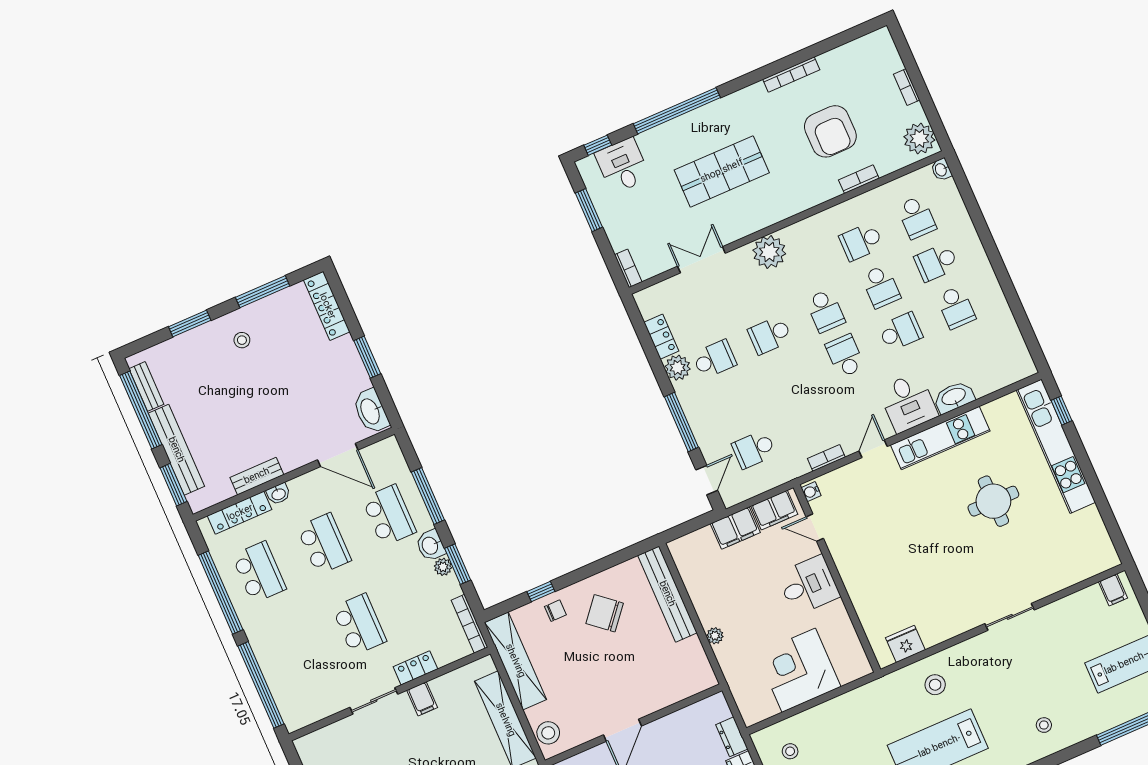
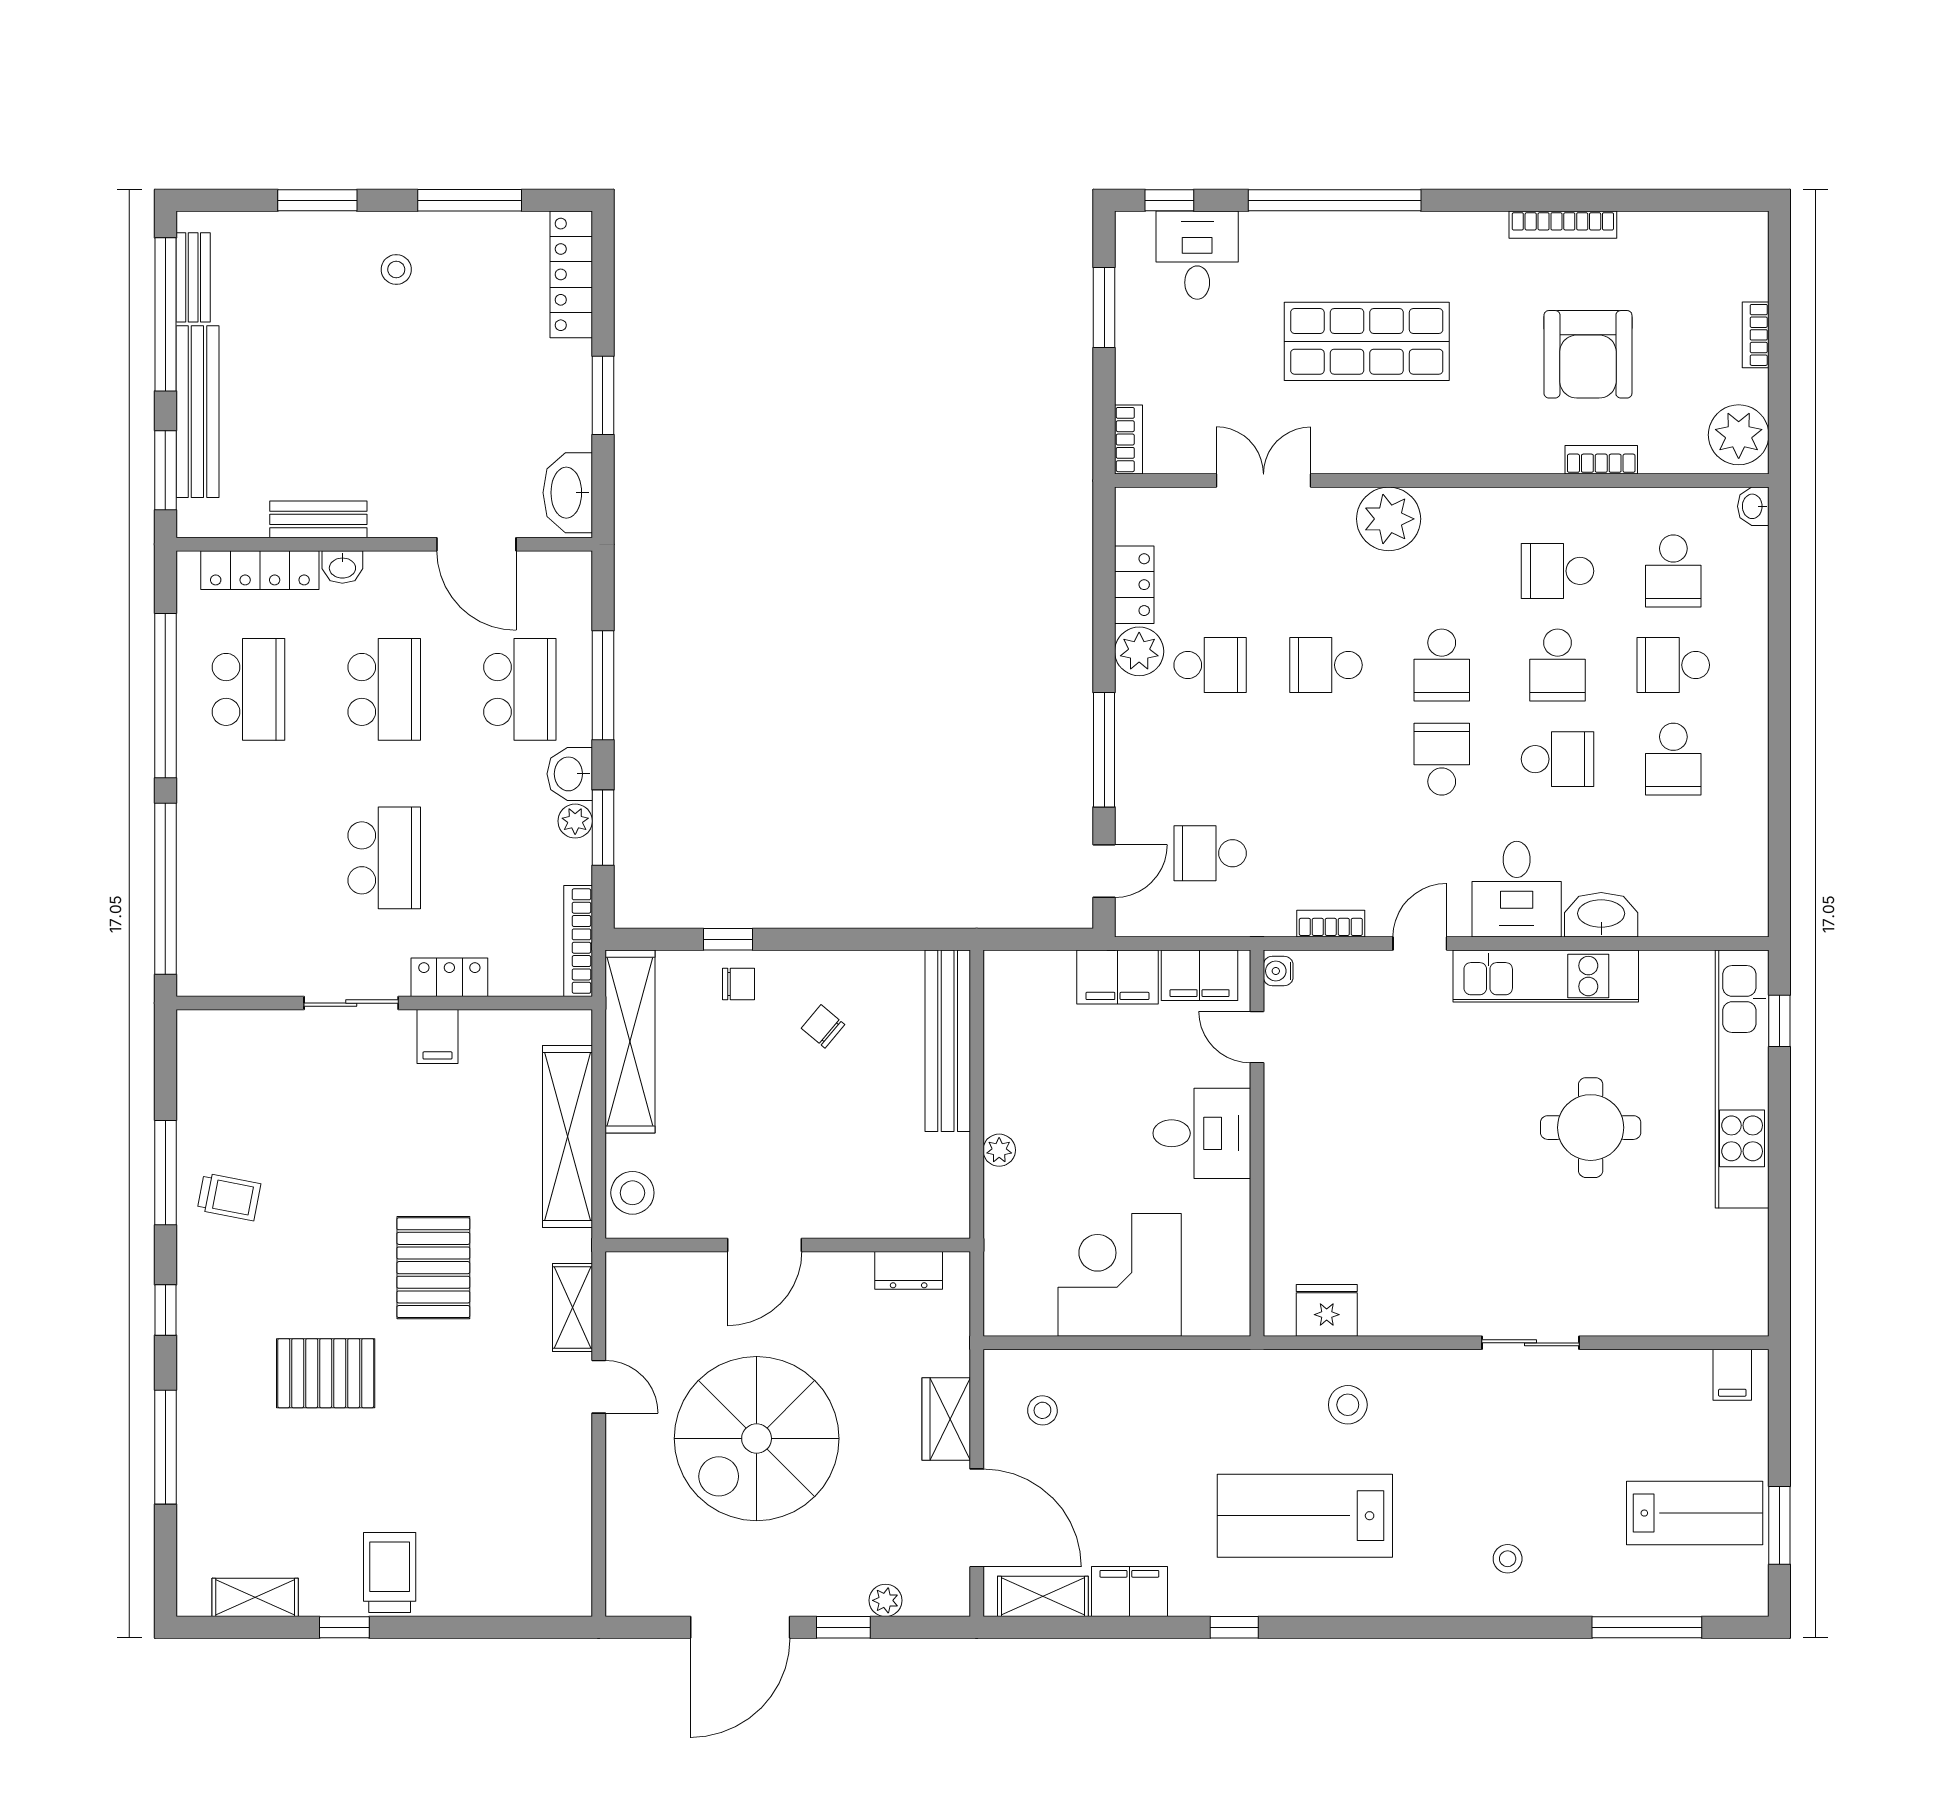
chair: (605, 613) -> (823, 1026), width x0.54, depth x0.54
dresser: (732, 737) -> (909, 1270), moved, turned -90

